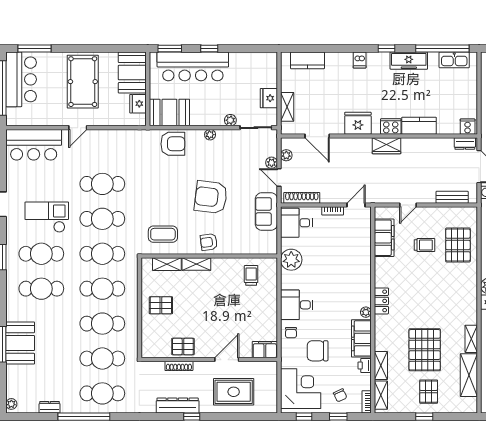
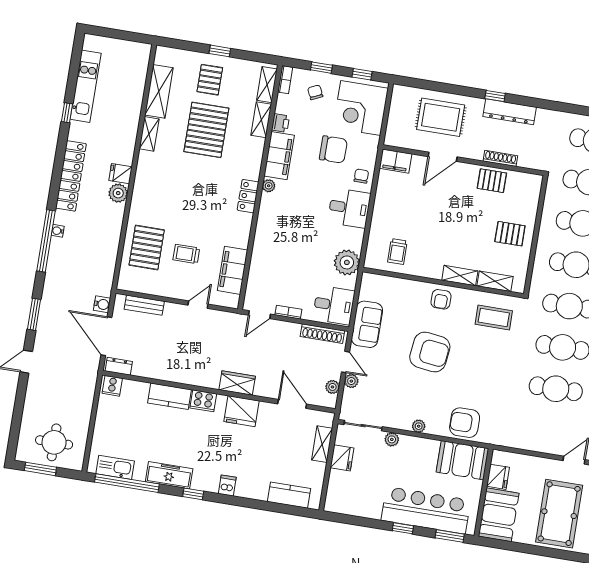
wardrobe: (387, 146) -> (237, 383), moved
armchair: (209, 242) -> (441, 299), turned 98

